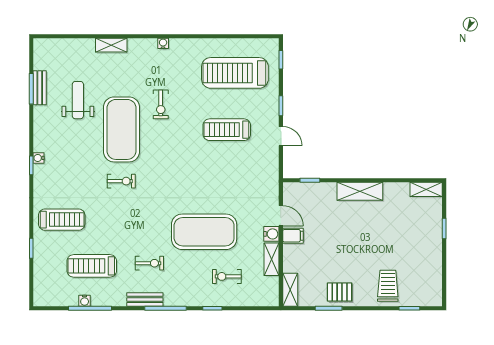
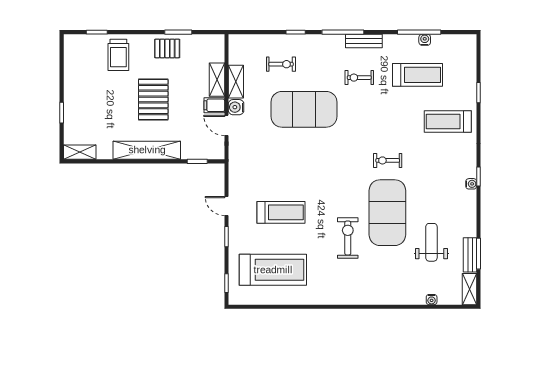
water cooler: (163, 43) -> (432, 300), moved
shelving: (111, 45) -> (469, 289), moved, turned 90
weight bench: (78, 100) -> (431, 242), turned 180
exercise bike: (161, 104) -> (348, 238), width x1.38, depth x1.39
shelving: (360, 191) -> (147, 150), width x1.47
pallet: (353, 242) -> (153, 99), added
shelving: (290, 290) -> (217, 80), moved

